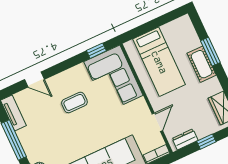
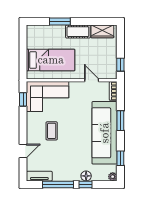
cot: (202, 64) -> (78, 32), moved
dresser: (185, 139) -> (112, 67), removed
window: (206, 142) -> (120, 65), moved

